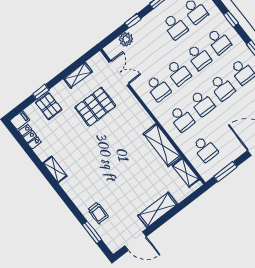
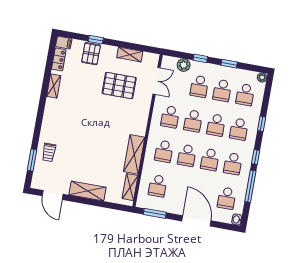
school desk: (155, 42) -> (199, 86), added
shelving: (55, 170) -> (54, 86), moved

